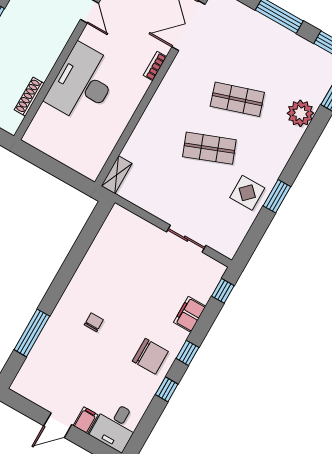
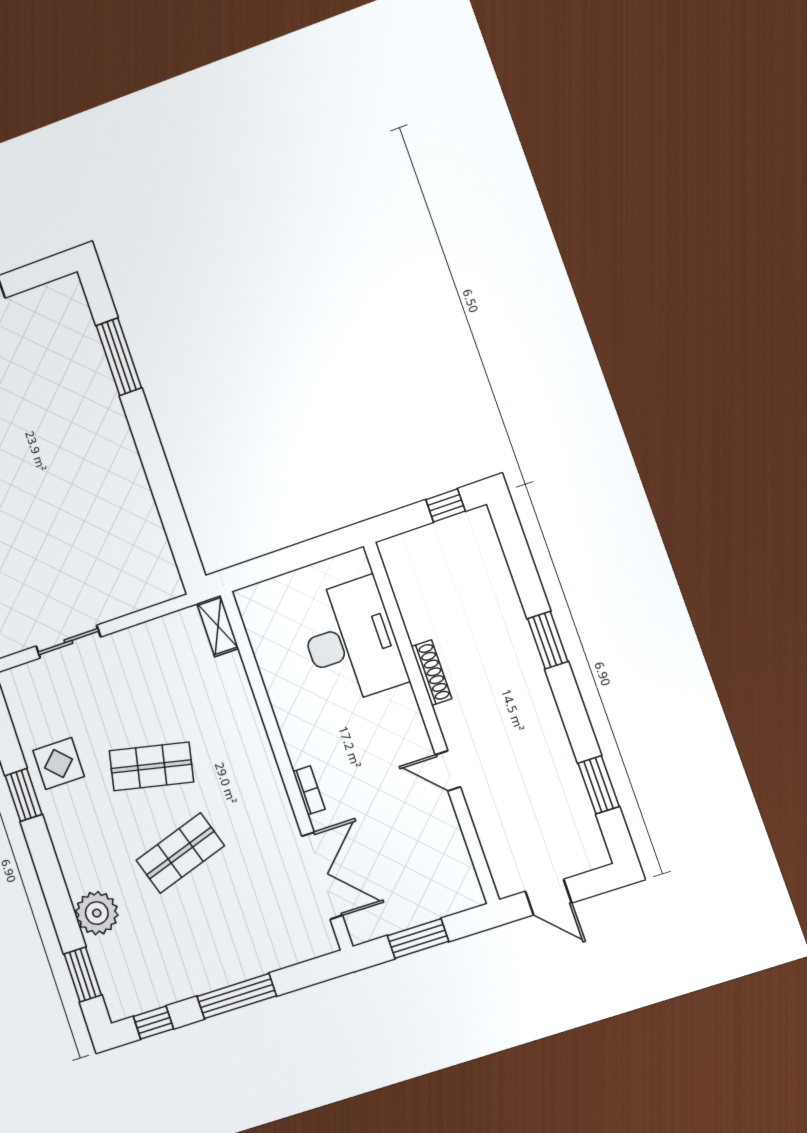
desk: (83, 83) -> (351, 641), moved
shoe rack: (29, 97) -> (431, 673), moved
shop shelf: (209, 148) -> (151, 766), turned 33
chair: (94, 322) -> (66, 443), removed

